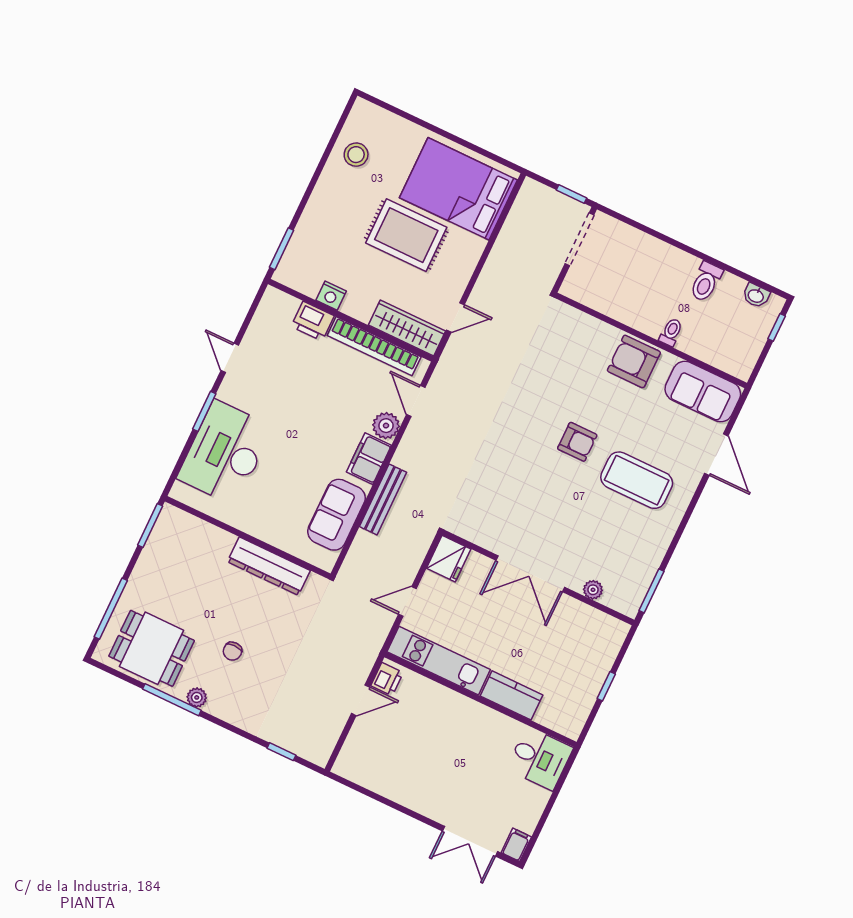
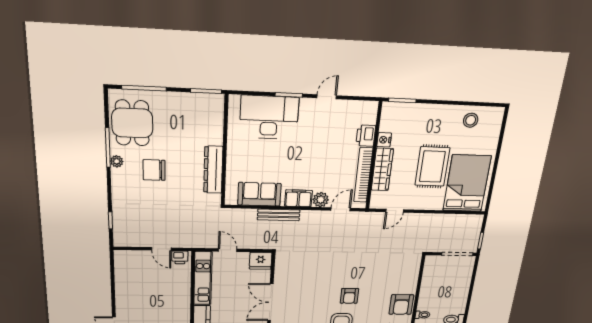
door: (455, 317) -> (395, 211), hinge flipped
wardrobe: (407, 328) -> (382, 169), moved
armchair: (634, 361) -> (401, 305), turned 180
chair: (232, 651) -> (154, 170), width x1.87, depth x1.87

